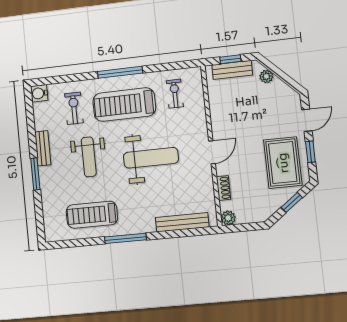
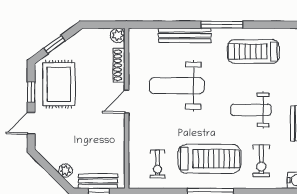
weight bench: (89, 157) -> (251, 110), turned -90
weight bench: (151, 158) -> (177, 86), moved
shoe rack: (223, 188) -> (119, 65), width x1.43
treadmill: (92, 215) -> (253, 52), turned 180
bench: (182, 222) -> (185, 35), moved

